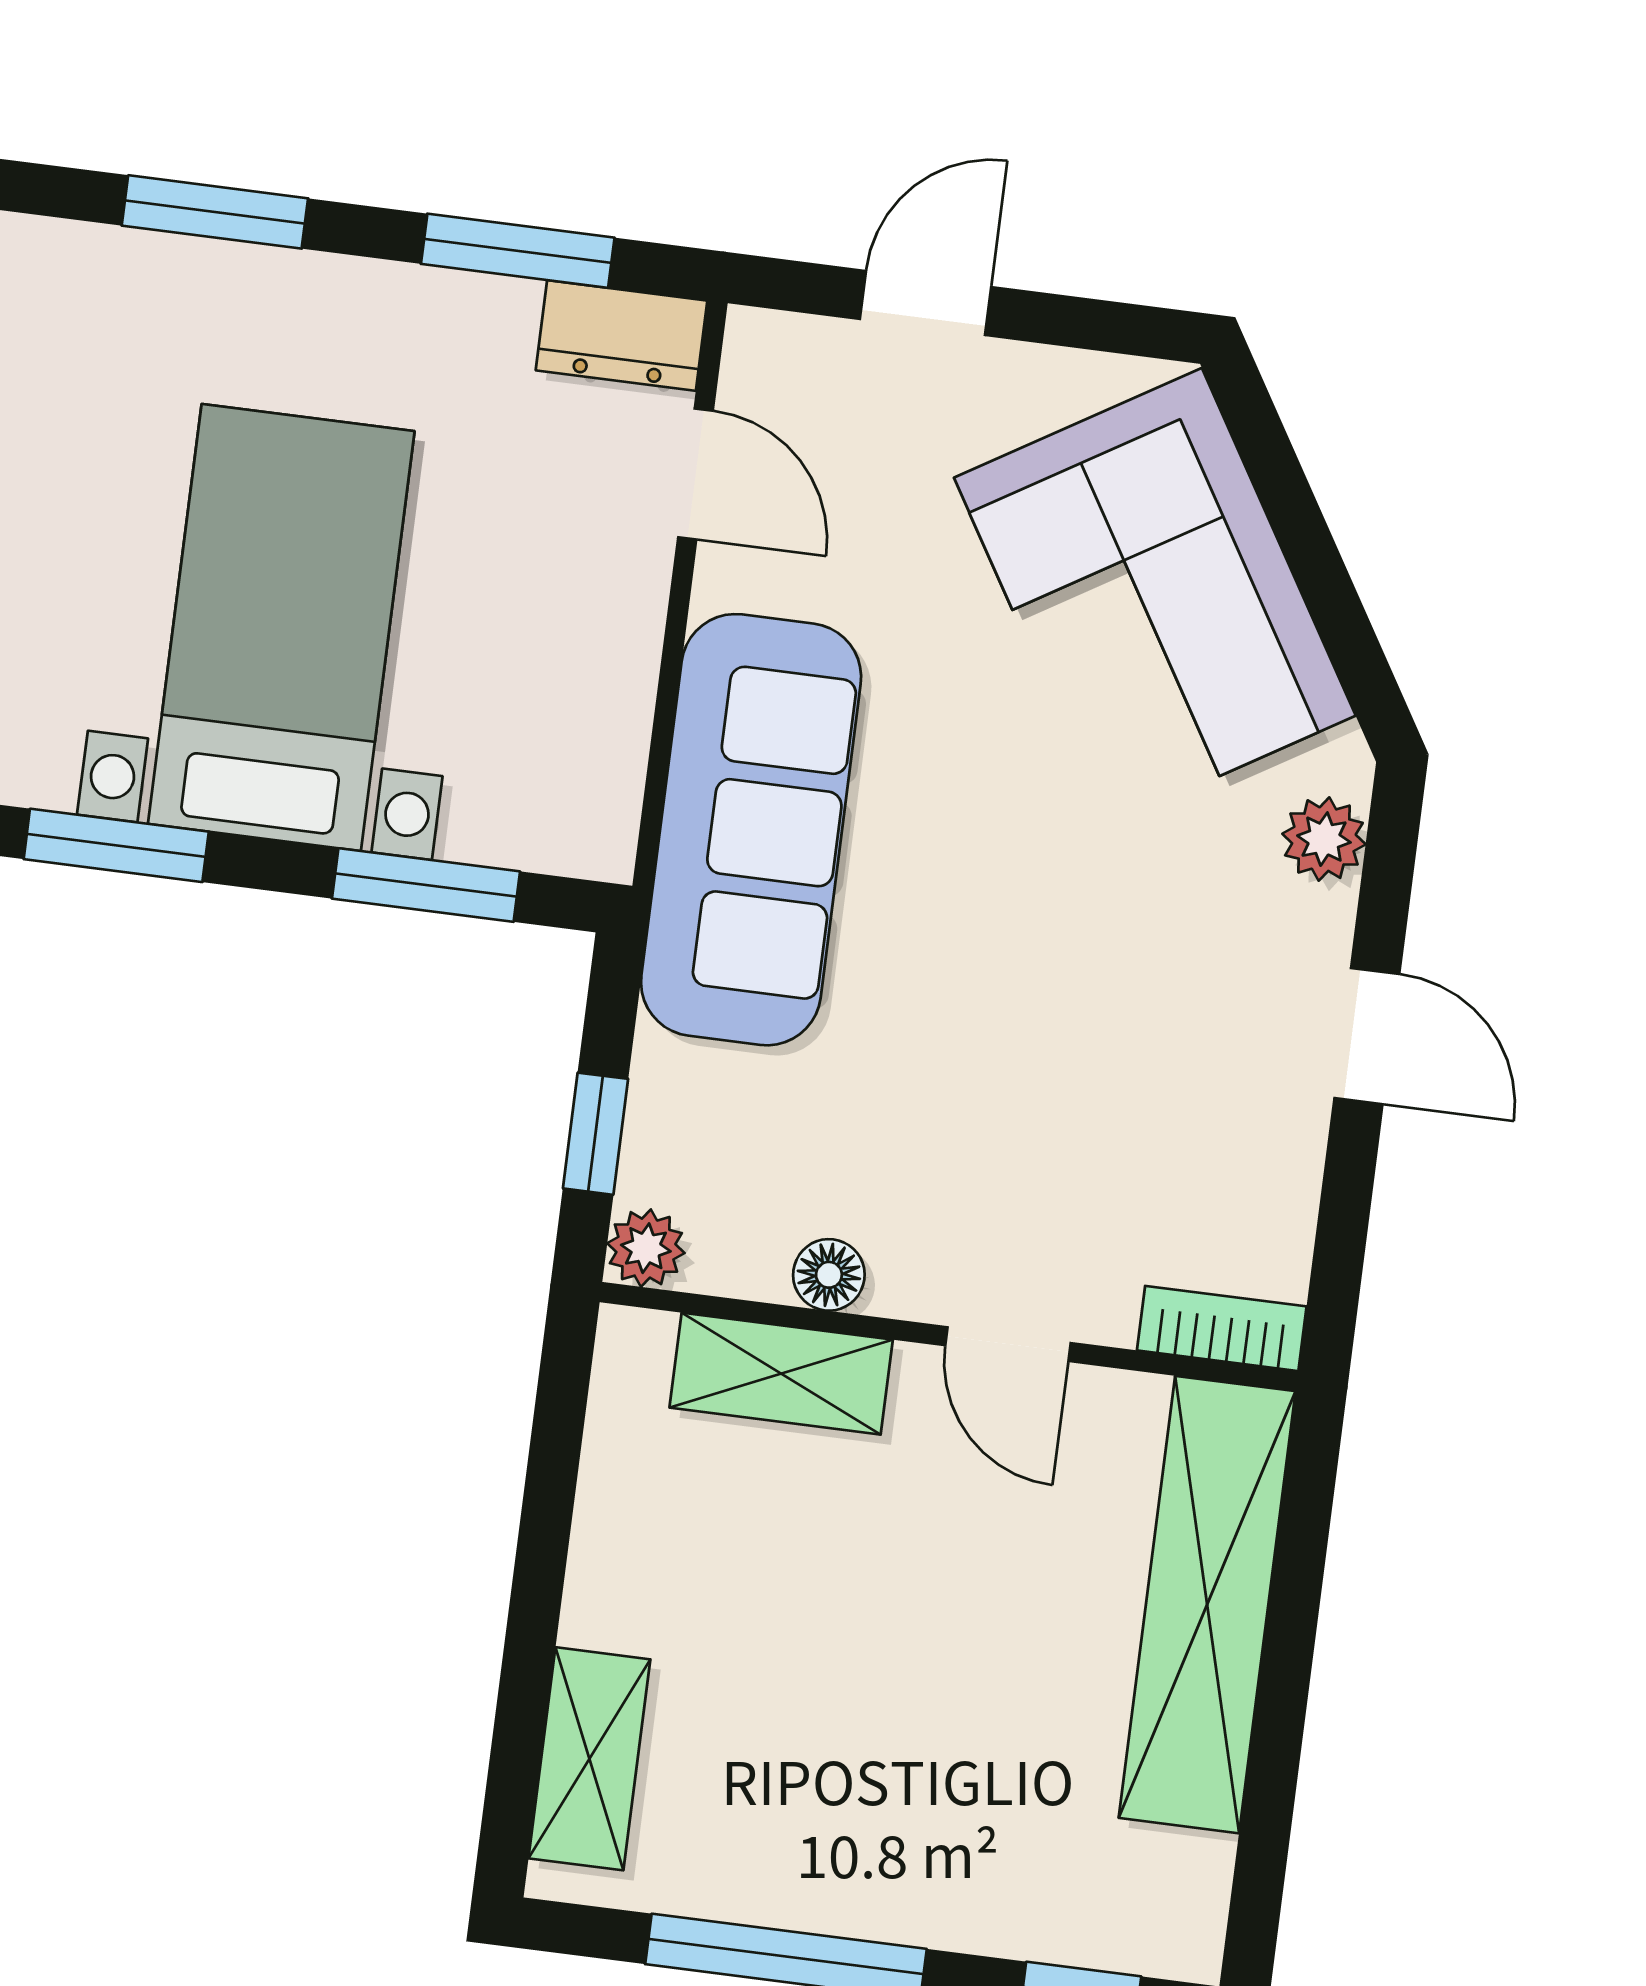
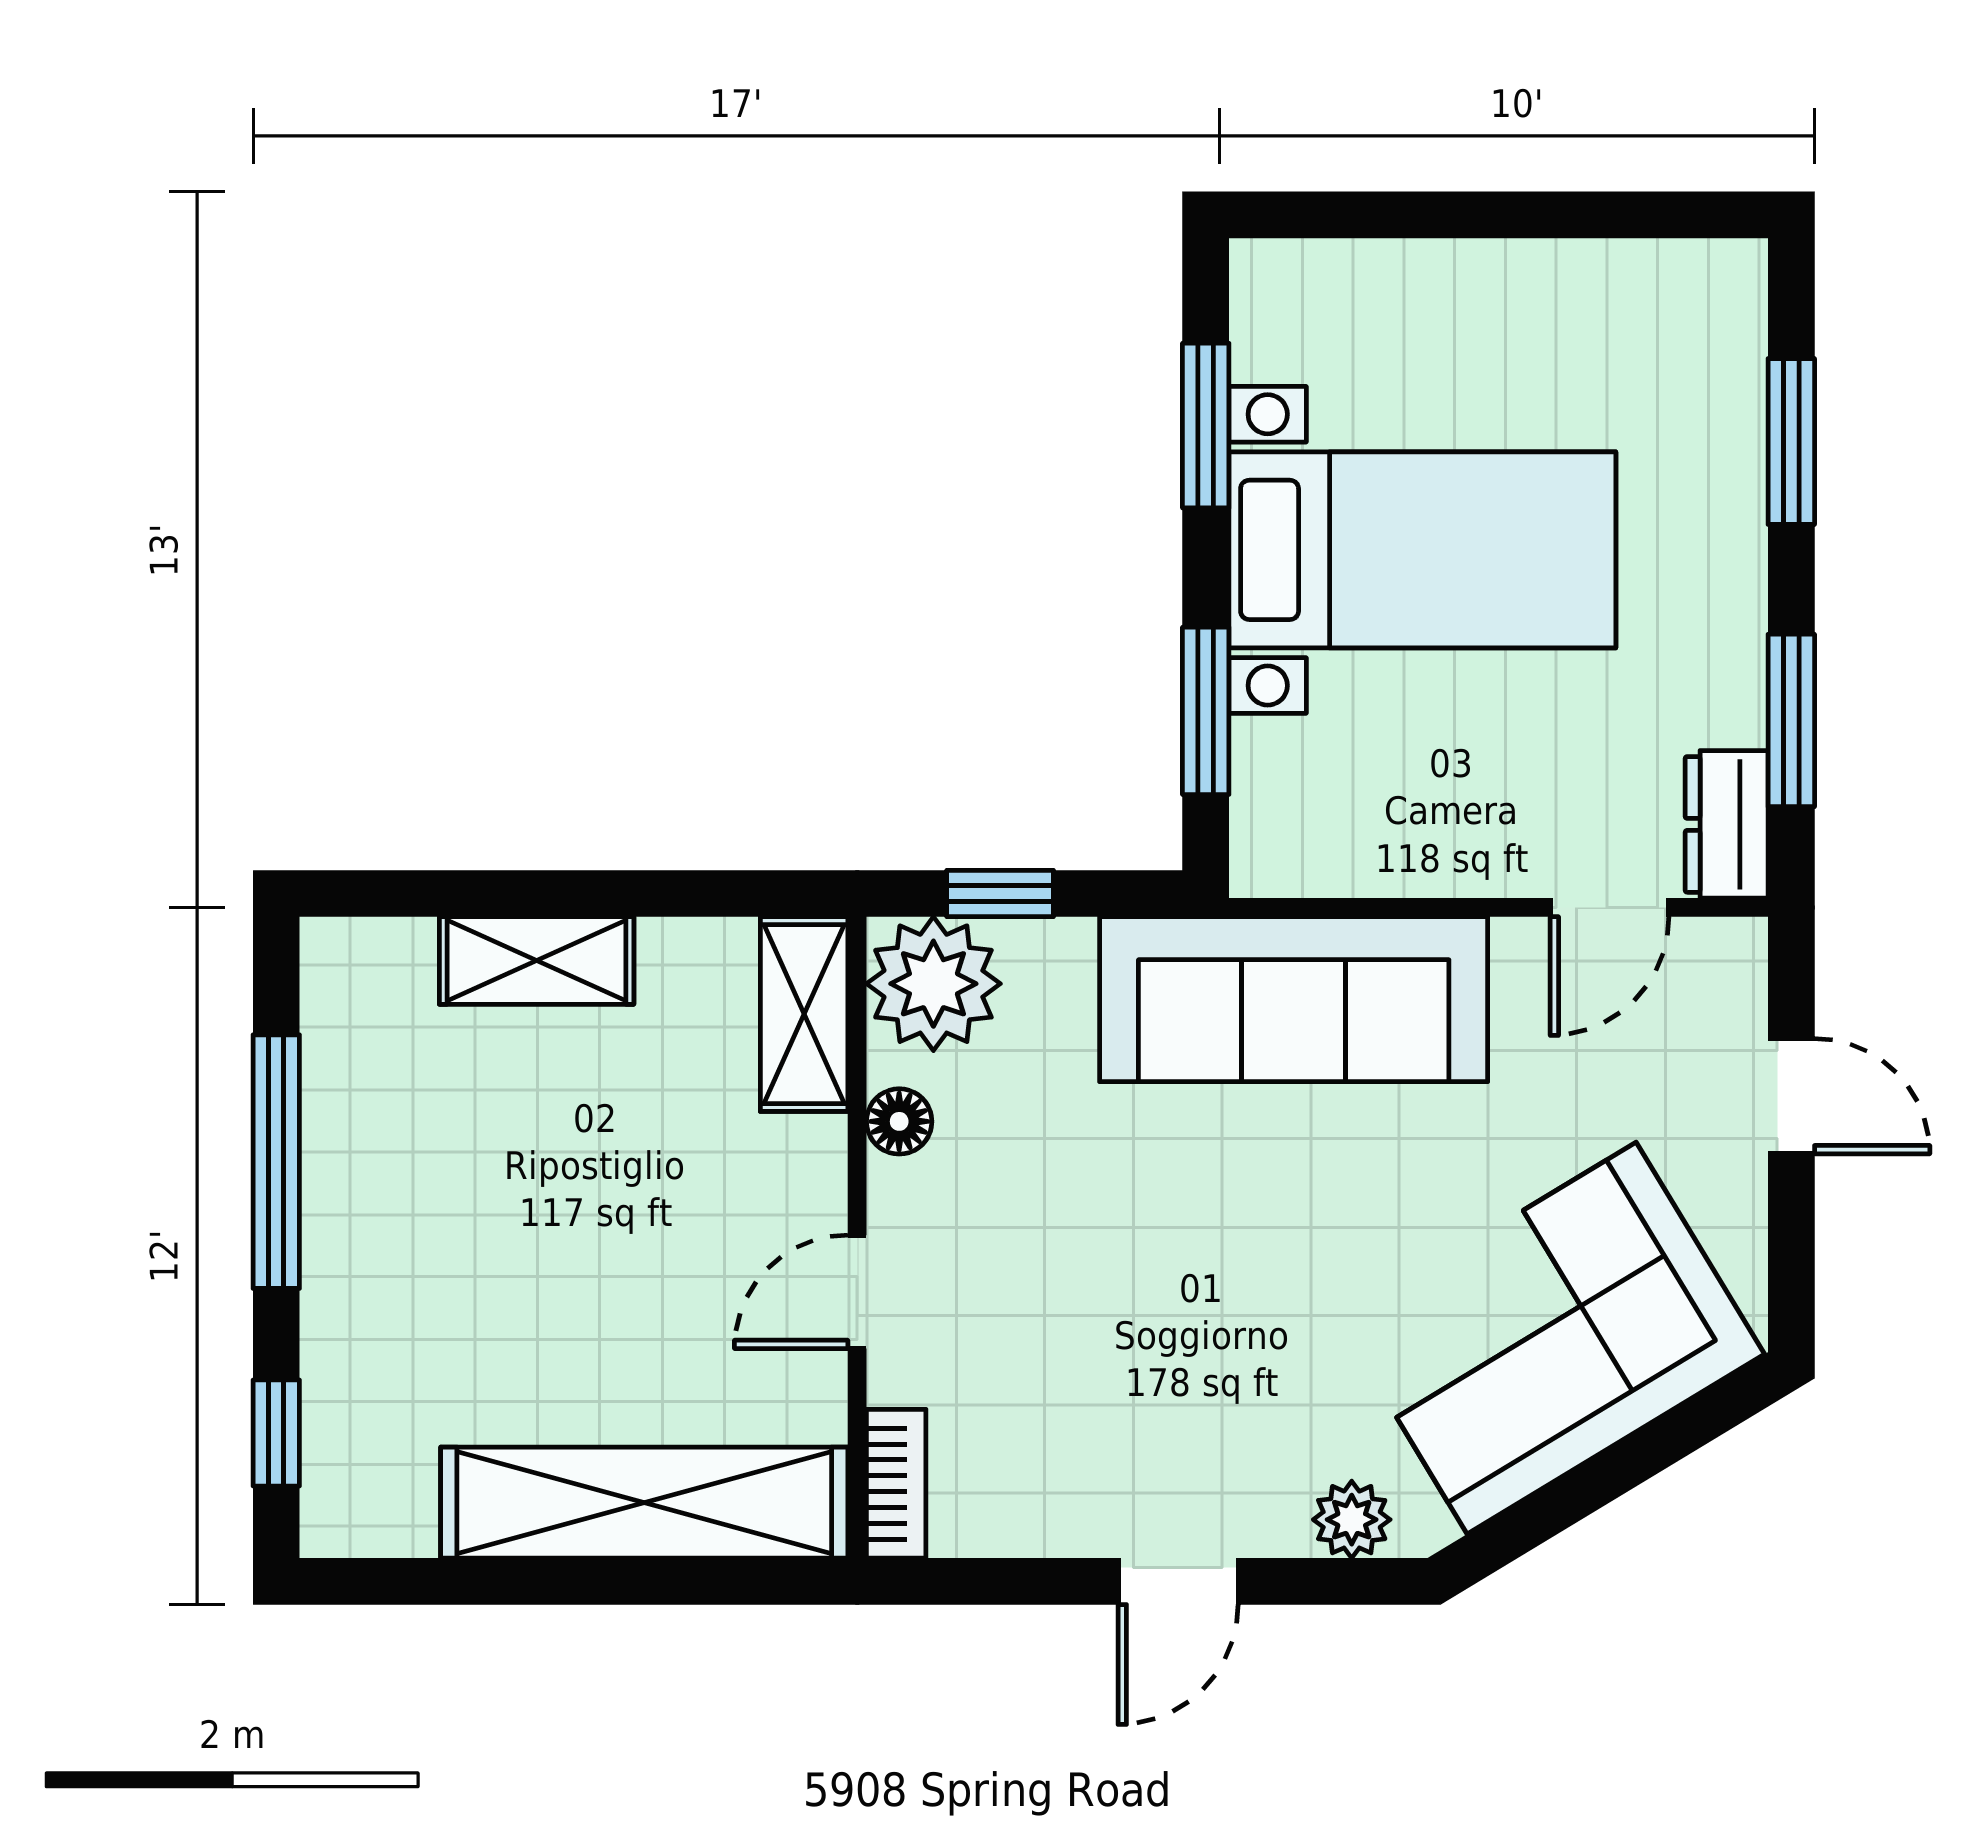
plant: (646, 1248) -> (933, 984), width x1.87, depth x1.87
shelving: (781, 1374) -> (804, 1014), moved
shelving: (589, 1759) -> (537, 960), moved

